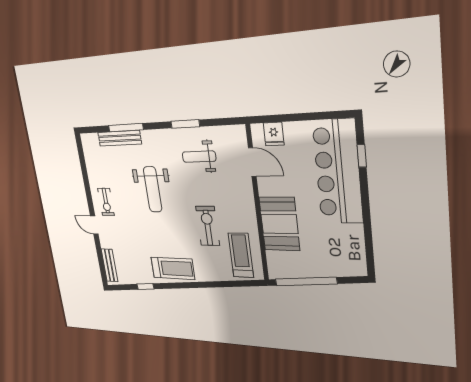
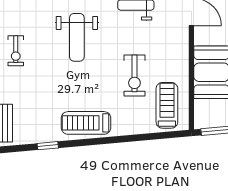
exercise bike: (208, 226) -> (134, 76), turned 180
treadmill: (173, 268) -> (86, 123), turned 180

